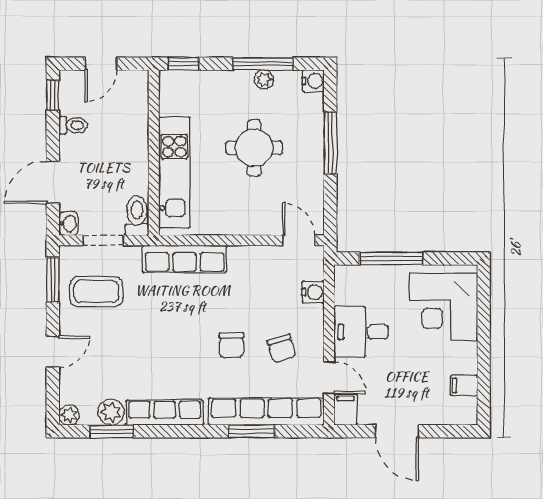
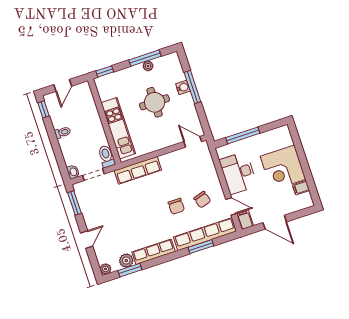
water cooler: (313, 81) -> (183, 87), moved
toilet: (73, 125) -> (63, 132), moved
door: (53, 182) -> (58, 154), removed
coffee table: (96, 292) -> (99, 202), removed
water cooler: (313, 292) -> (209, 166), removed
corner desk: (444, 307) -> (283, 168), moved
desk: (361, 332) -> (238, 173), width x1.37

